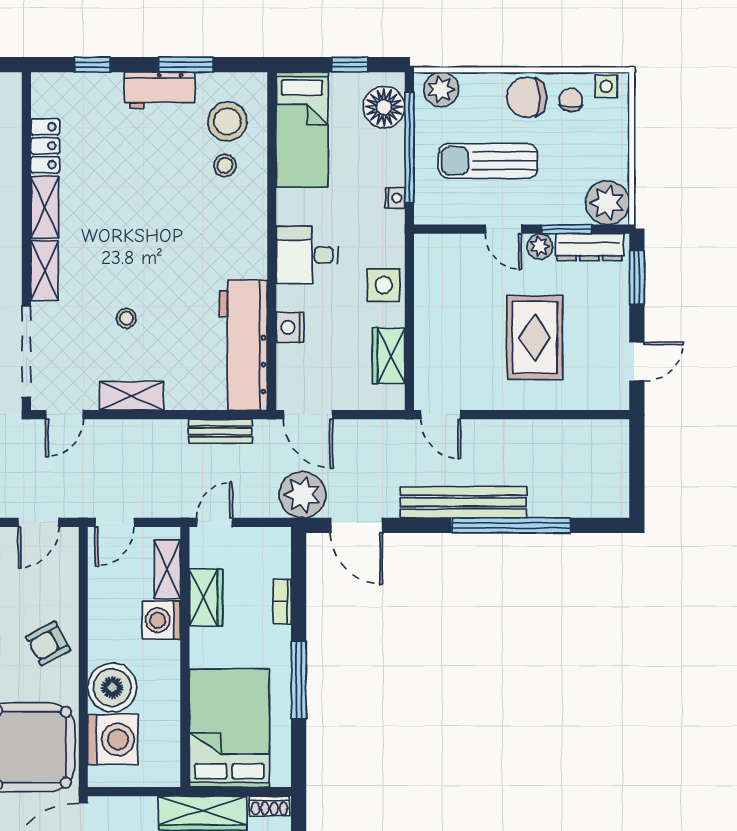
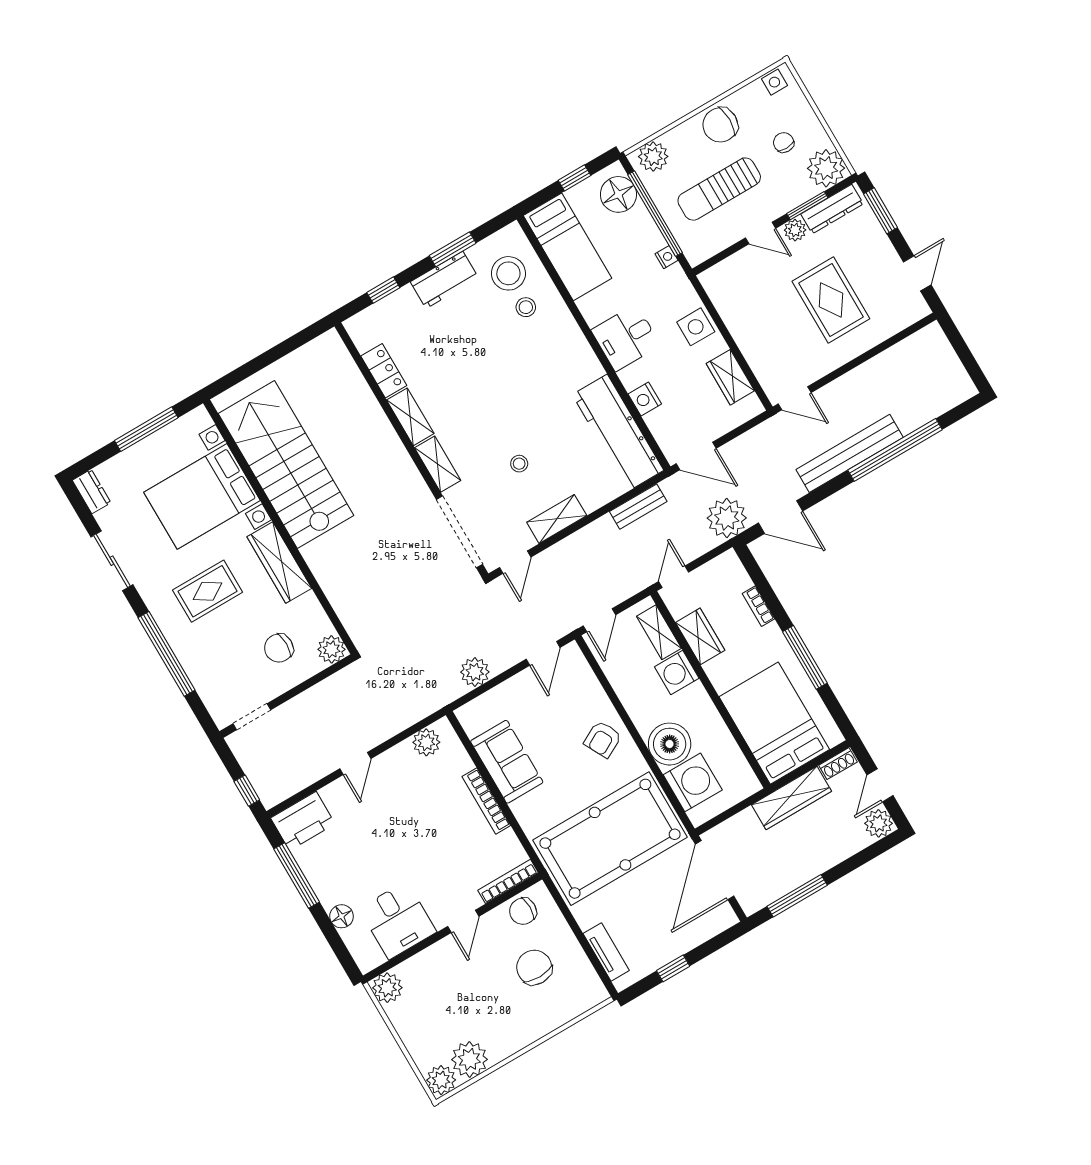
chair: (571, 100) -> (784, 143), moved

